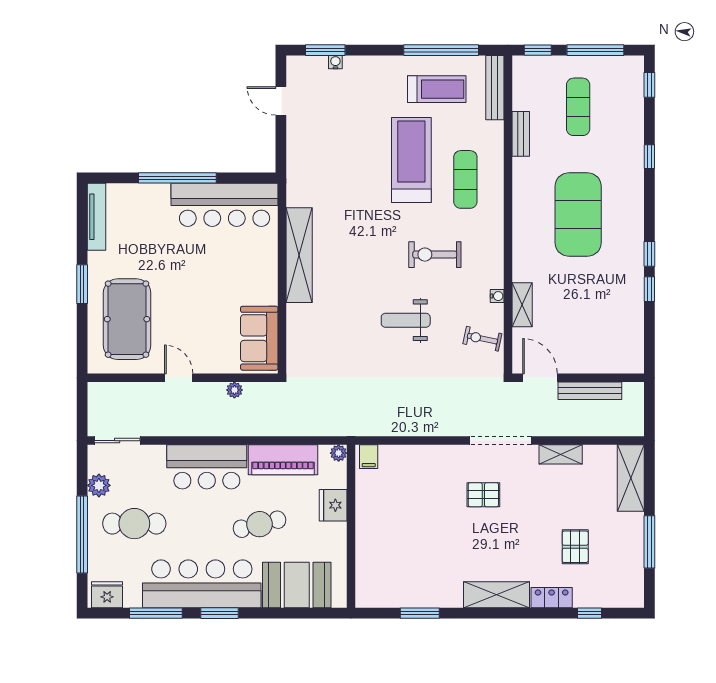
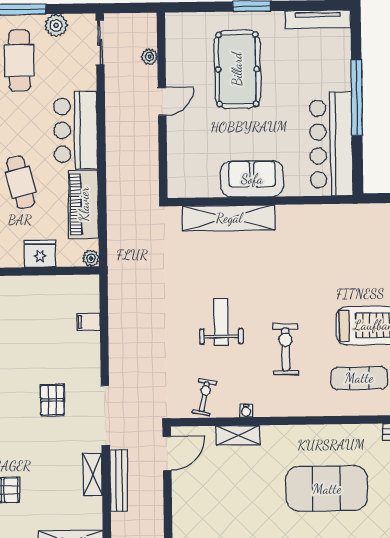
shelving: (299, 255) -> (229, 218), moved
pool table: (127, 319) -> (237, 69), moved, turned 90
sofa: (259, 338) -> (252, 179), moved
plant: (234, 390) -> (150, 57), moved
bench: (590, 391) -> (119, 480), moved
filing cabinet: (369, 457) -> (88, 322), moved

